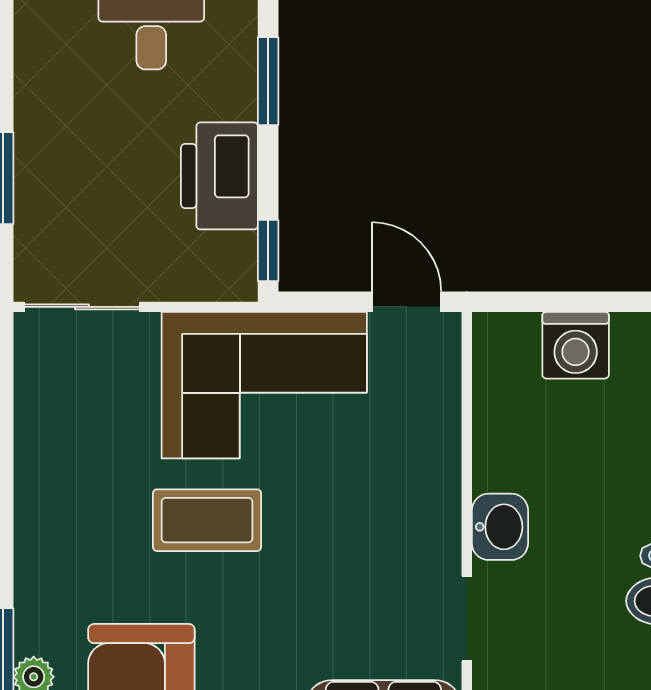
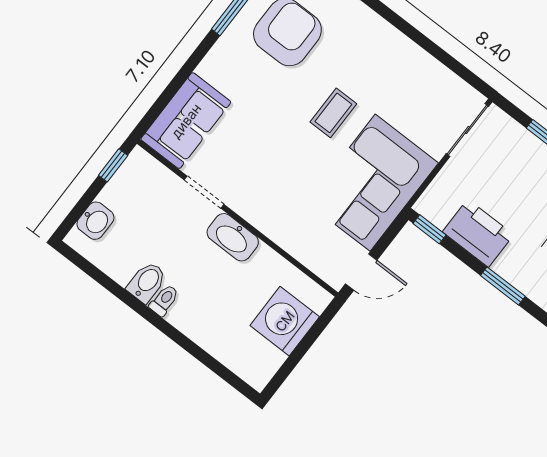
washing machine: (576, 345) -> (285, 321), width x1.37, depth x1.37
coffee table: (207, 520) -> (333, 113), width x0.73, depth x0.77
washbasin: (500, 527) -> (233, 237), width x1.38

